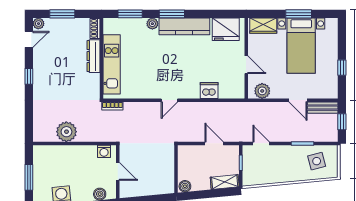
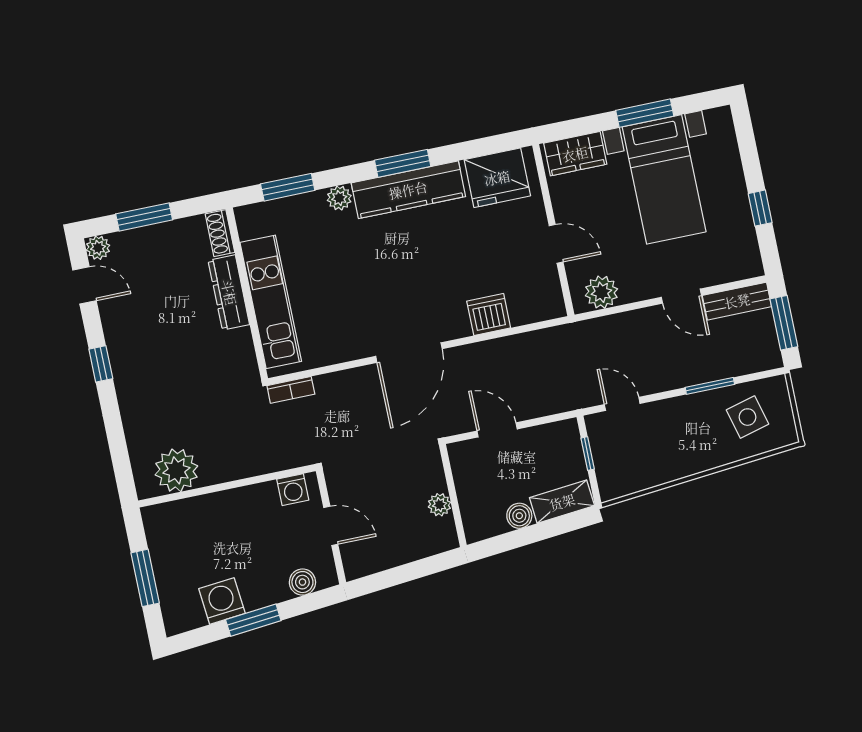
window: (172, 14) -> (403, 163), moved
door: (29, 39) -> (85, 285), hinge flipped
door: (169, 100) -> (409, 353), width x1.87
window: (342, 122) -> (784, 323), width x1.50
plant: (66, 132) -> (176, 470), moved
door: (214, 143) -> (497, 430), moved
plant: (169, 172) -> (439, 505), added
boiler: (185, 186) -> (519, 516), moved

